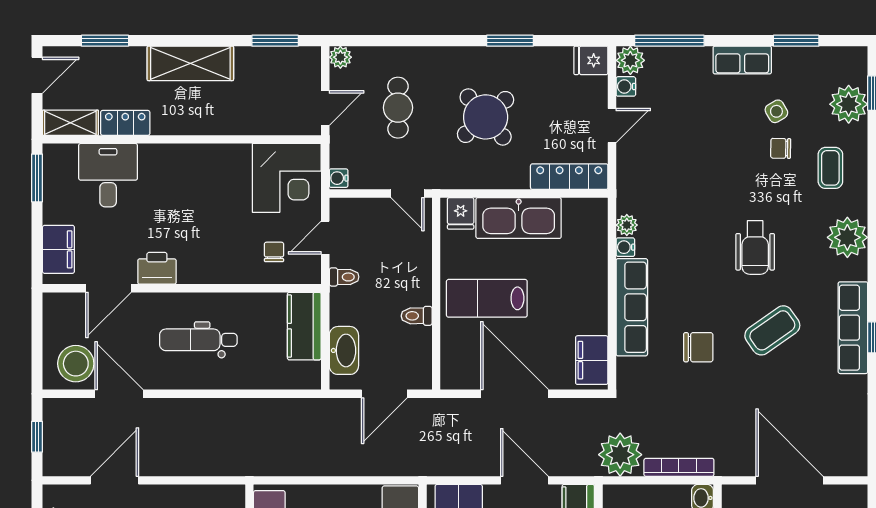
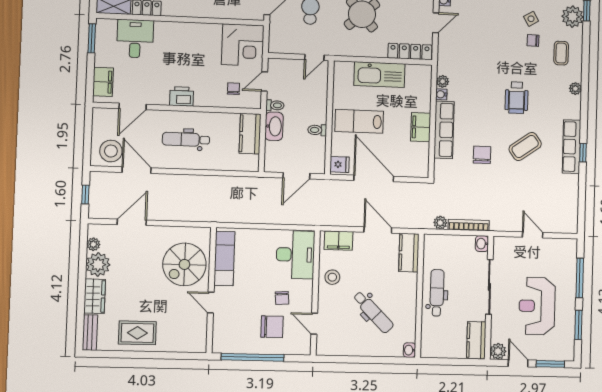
water cooler: (339, 178) -> (274, 46), removed
door: (408, 194) -> (314, 57), hinge flipped
fridge: (461, 213) -> (339, 164), moved, turned -90
plant: (847, 237) -> (575, 89), width x0.53, depth x0.53
printer: (157, 268) -> (182, 96), moved
chair: (698, 347) -> (482, 155), turned -90
washbasin: (344, 350) -> (274, 126), moved
filing cabinet: (592, 360) -> (421, 127), moved
plant: (620, 455) -> (440, 223), width x0.53, depth x0.53
door: (789, 480) -> (533, 235), width x0.53

